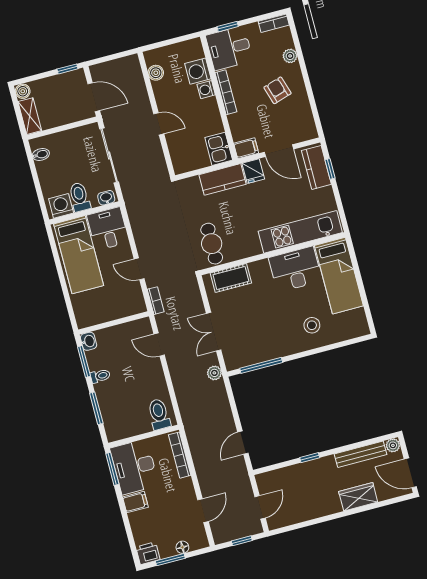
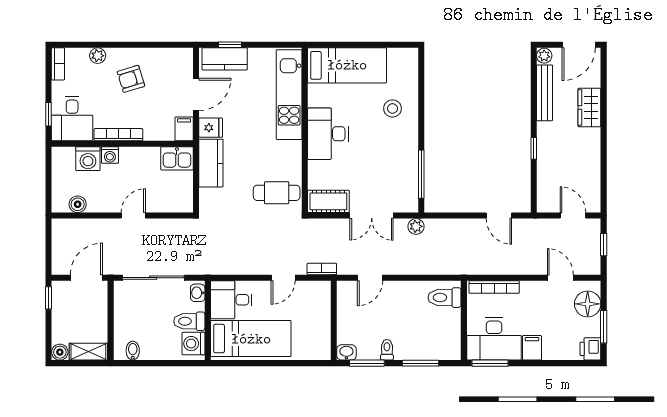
desk: (295, 269) -> (328, 134), moved
cot: (231, 278) -> (328, 201), moved, turned 90
floor lamp: (182, 547) -> (588, 304), width x1.89, depth x1.89

